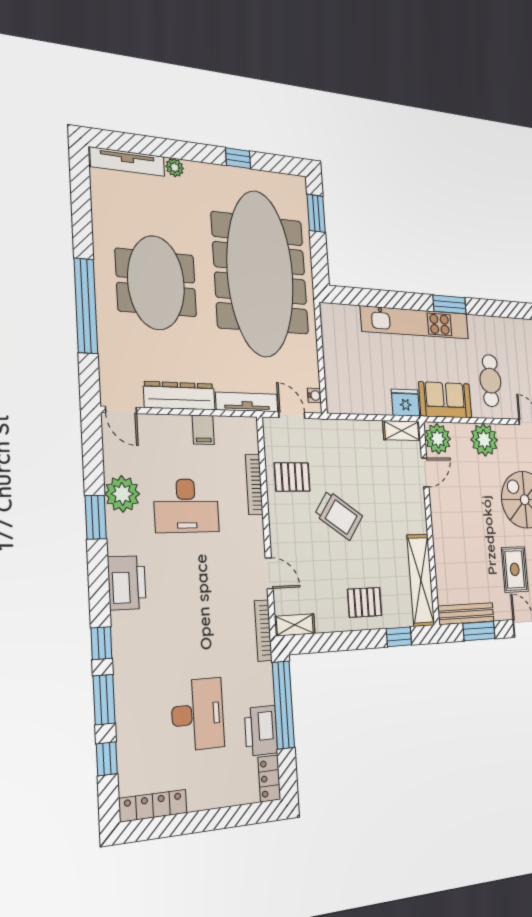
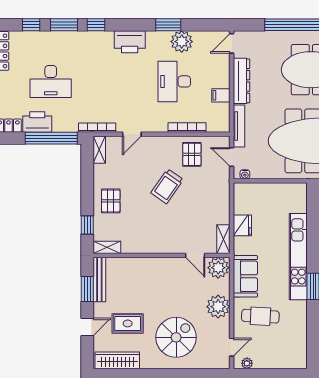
fridge: (405, 403) -> (242, 225), moved
door: (292, 415) -> (232, 157), swing flipped
shelving: (421, 580) -> (107, 247), width x0.45, depth x0.75

